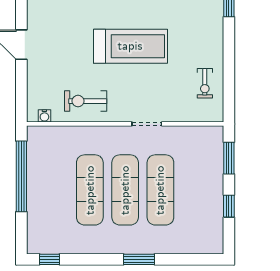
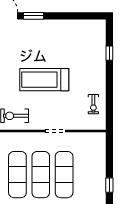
treadmill: (130, 46) -> (44, 80), turned 180
window: (229, 158) -> (109, 154), removed

